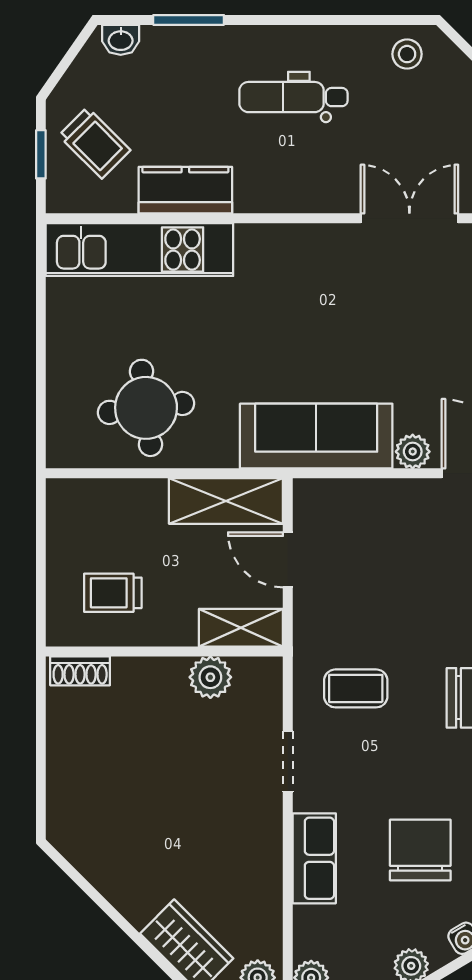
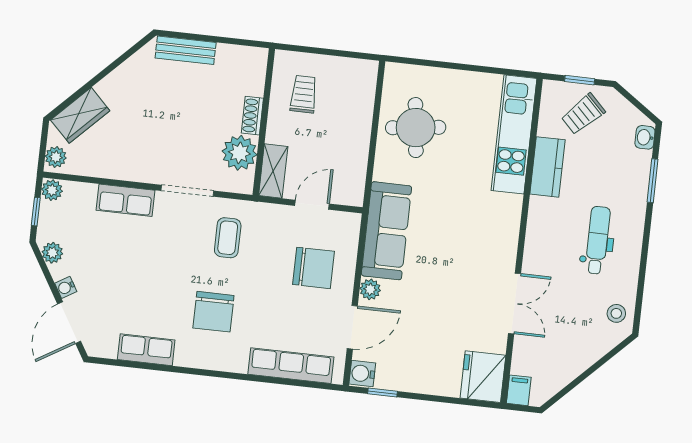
shelving: (226, 501) -> (353, 170), removed
shoe rack: (80, 671) -> (252, 116), moved
plant: (210, 677) -> (239, 153), width x1.36, depth x1.36
doorway: (288, 761) -> (187, 191), width x1.38
bench: (64, 789) -> (186, 50), added
chair: (420, 850) -> (314, 268), moved

